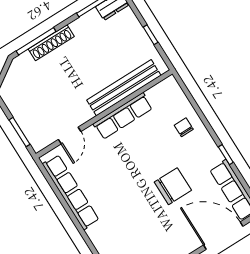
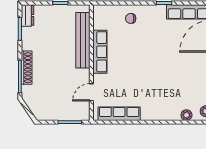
door: (70, 135) -> (91, 92), swing flipped
chair: (173, 186) -> (163, 48), removed
row of seats: (71, 192) -> (119, 114), width x0.73

